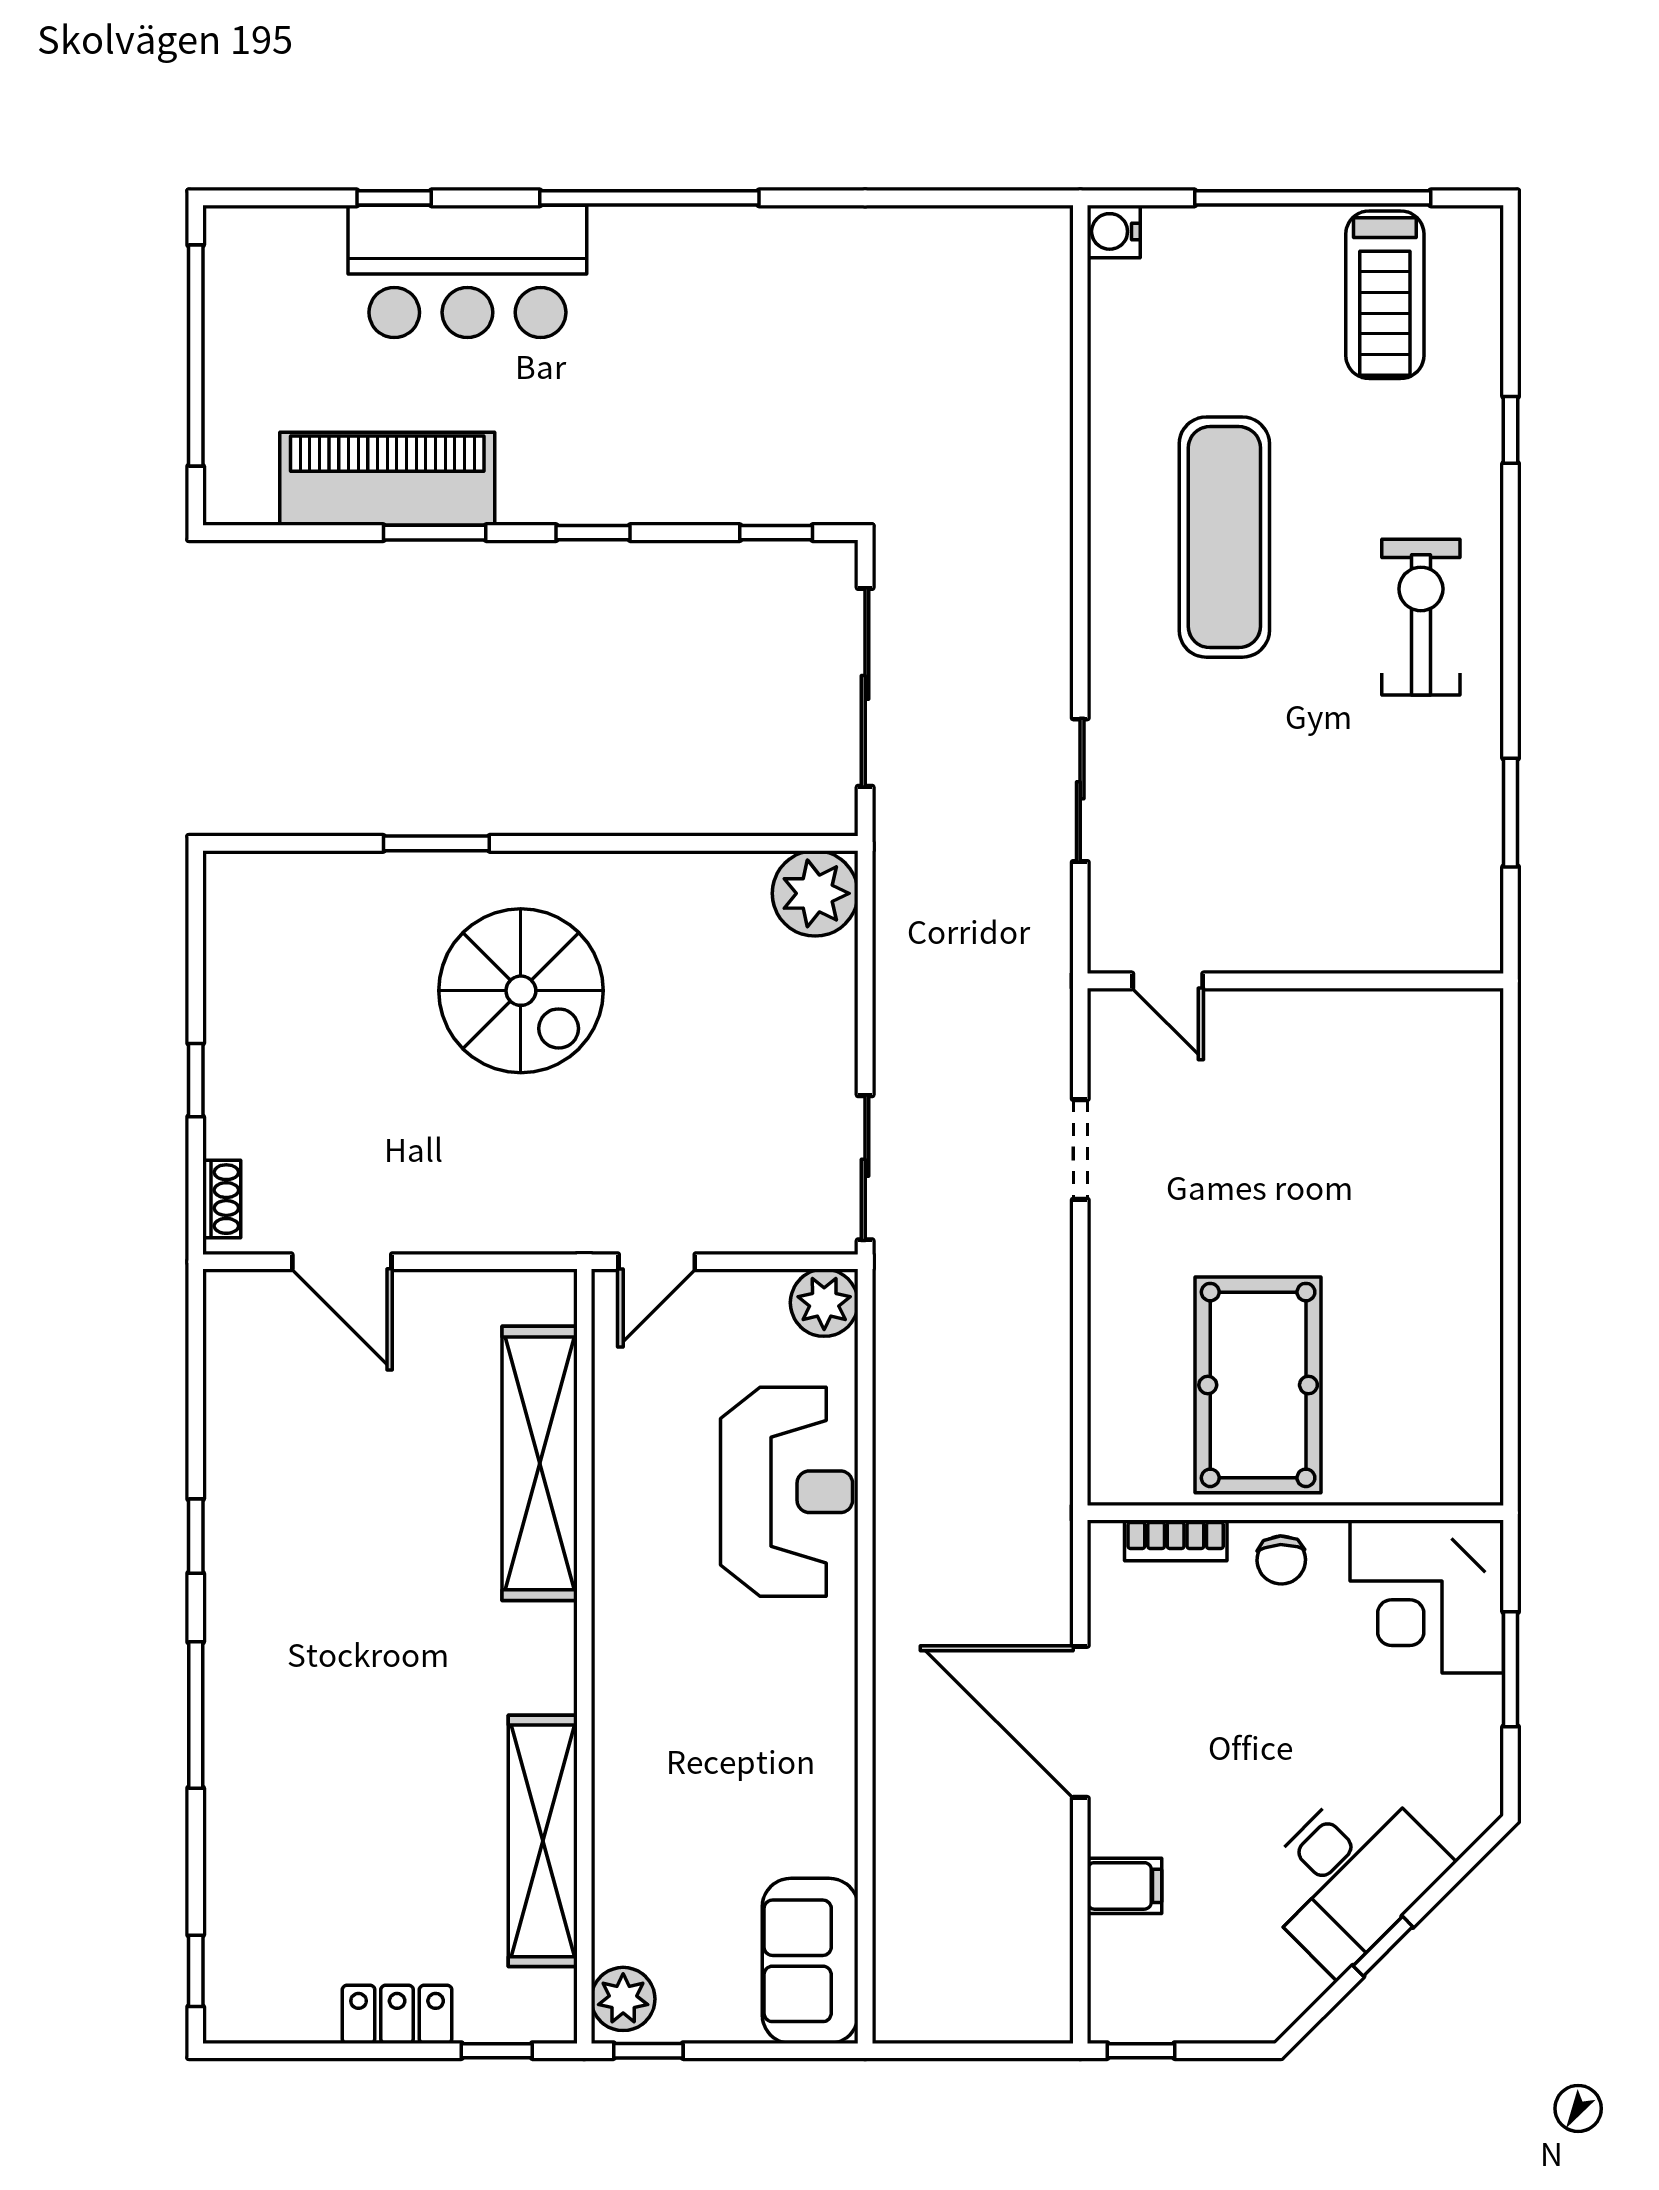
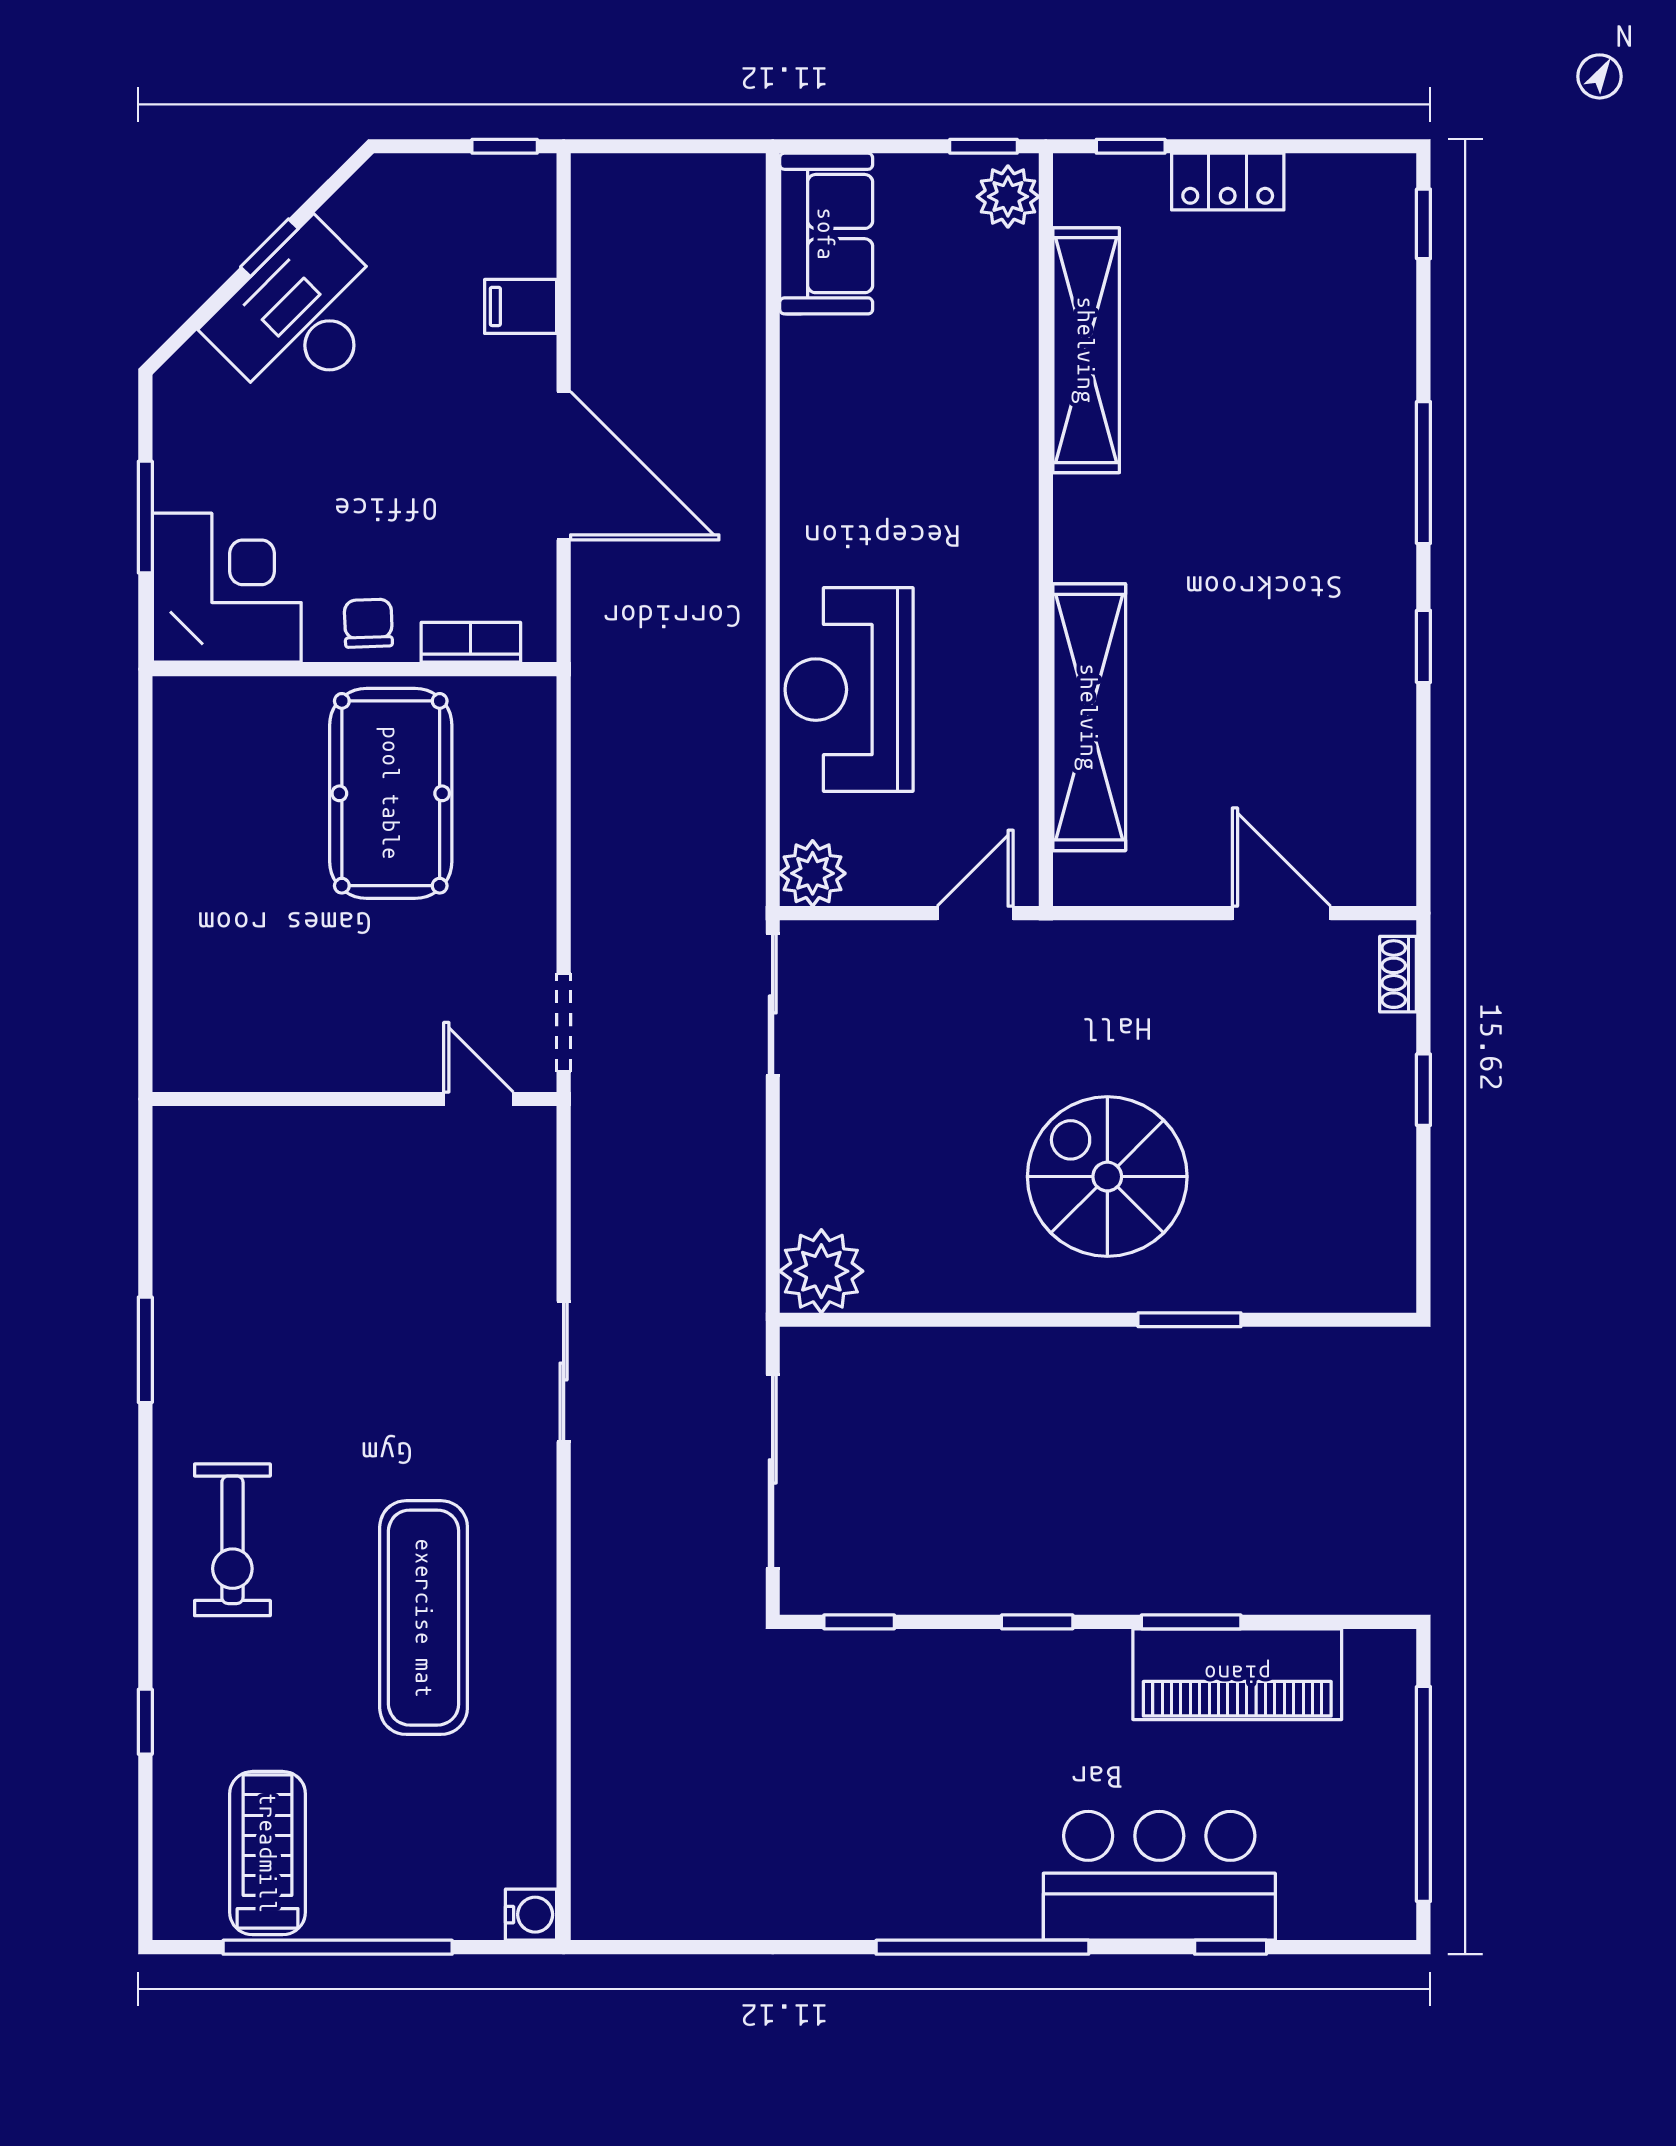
door: (1168, 981) -> (479, 1099), moved
wall: (1295, 981) -> (354, 1099), moved

